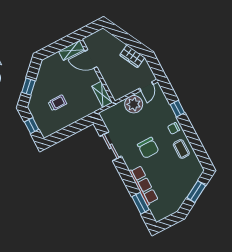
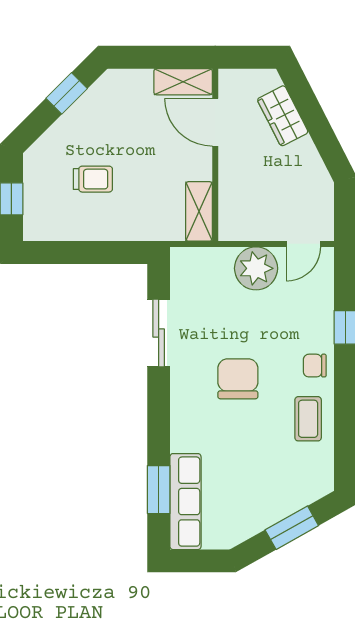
wardrobe: (132, 56) -> (283, 116), moved
window: (28, 87) -> (67, 93), moved
chair: (148, 148) -> (238, 379), turned 180
row of seats: (144, 185) -> (185, 502), moved

